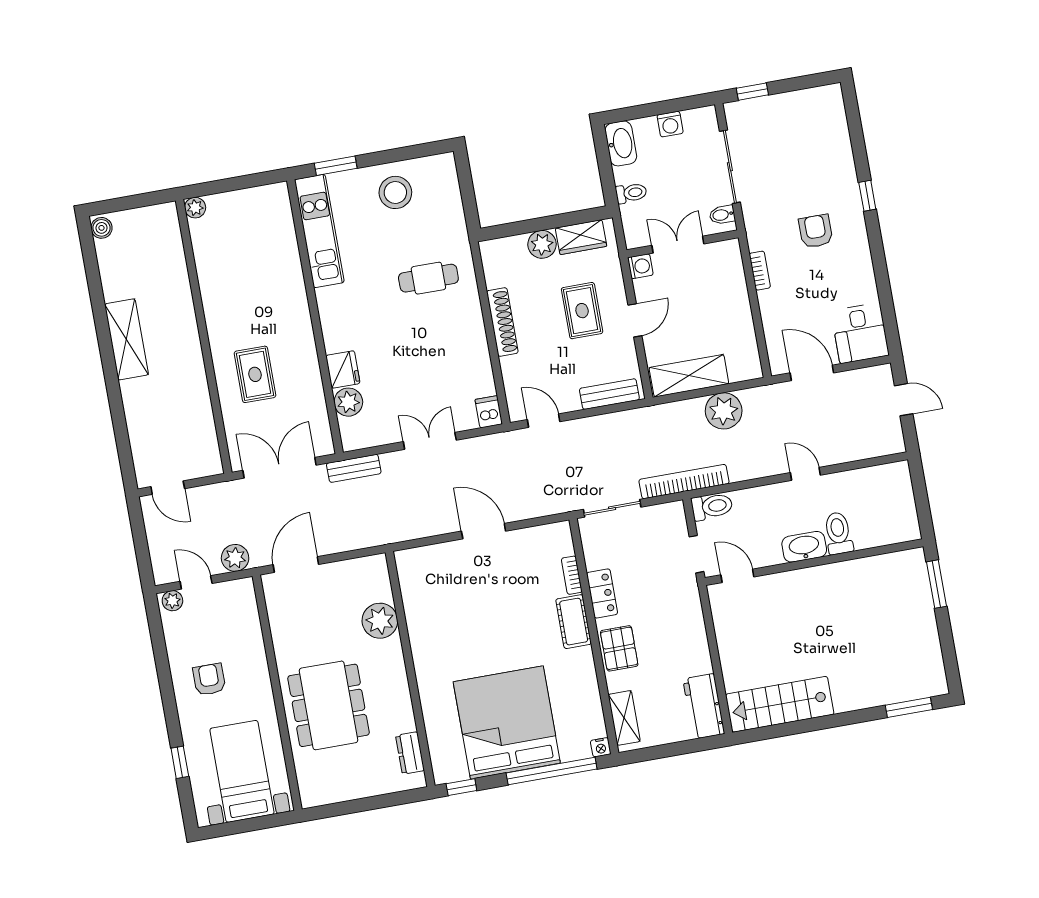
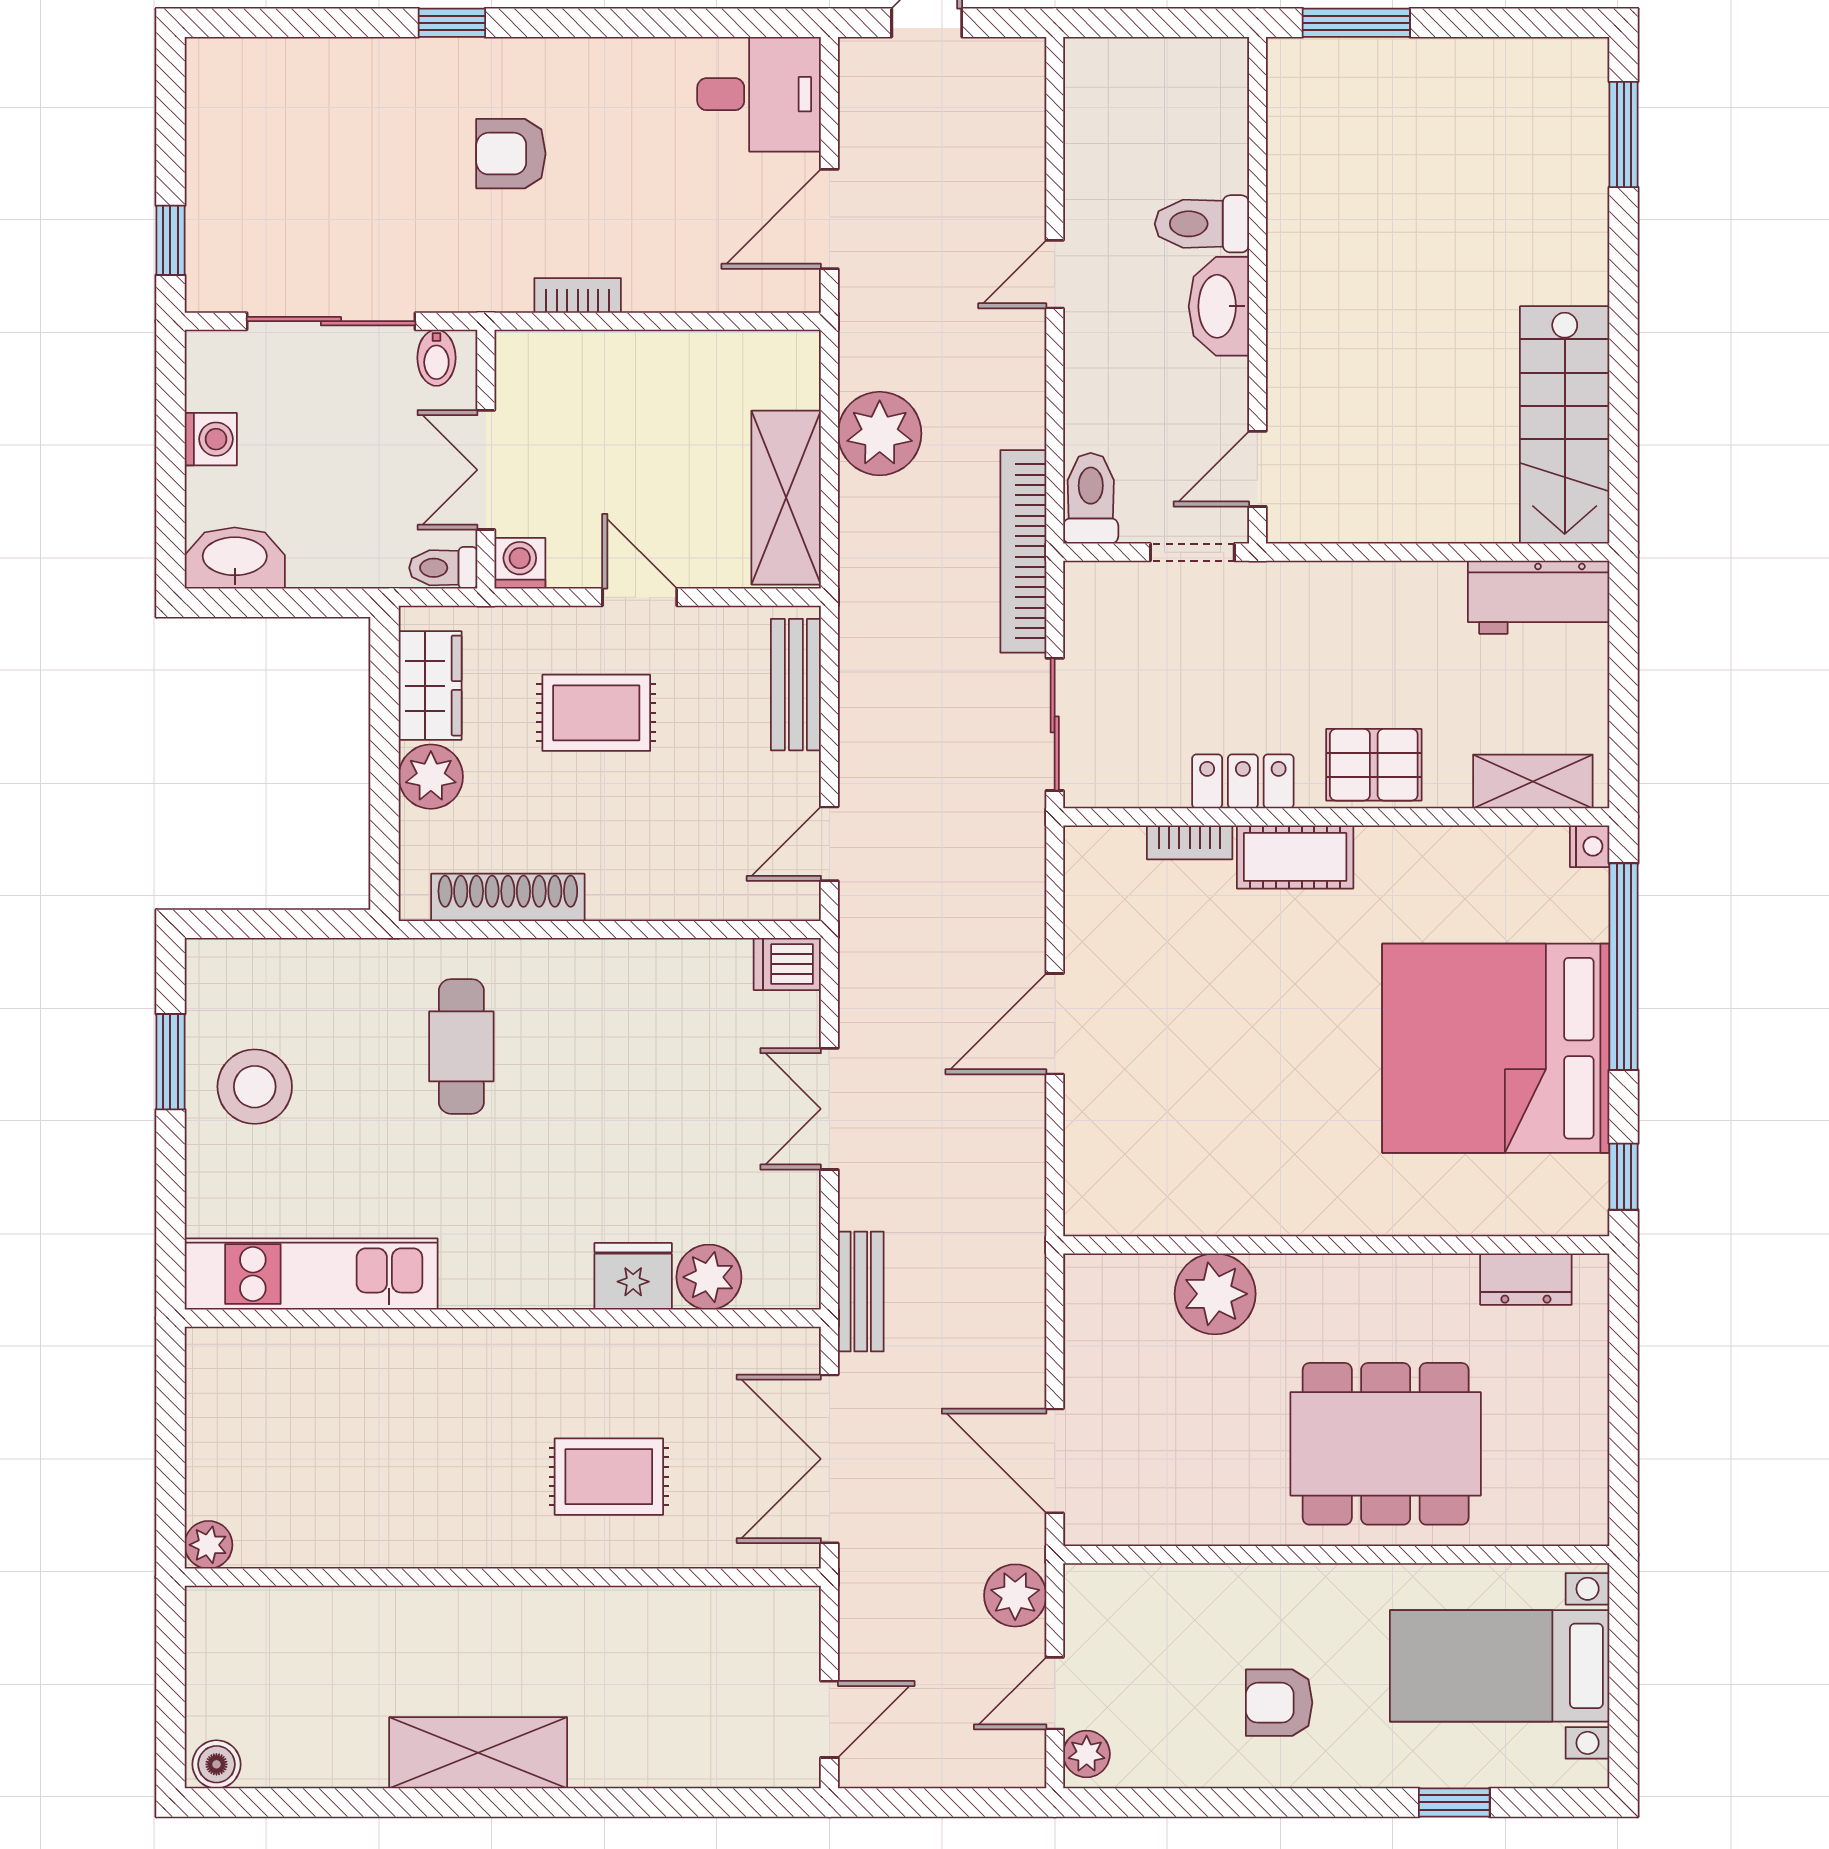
window: (336, 166) -> (170, 1062), moved
toilet: (631, 193) -> (443, 568), moved, turned -90
shoe rack: (502, 322) -> (508, 897), moved

